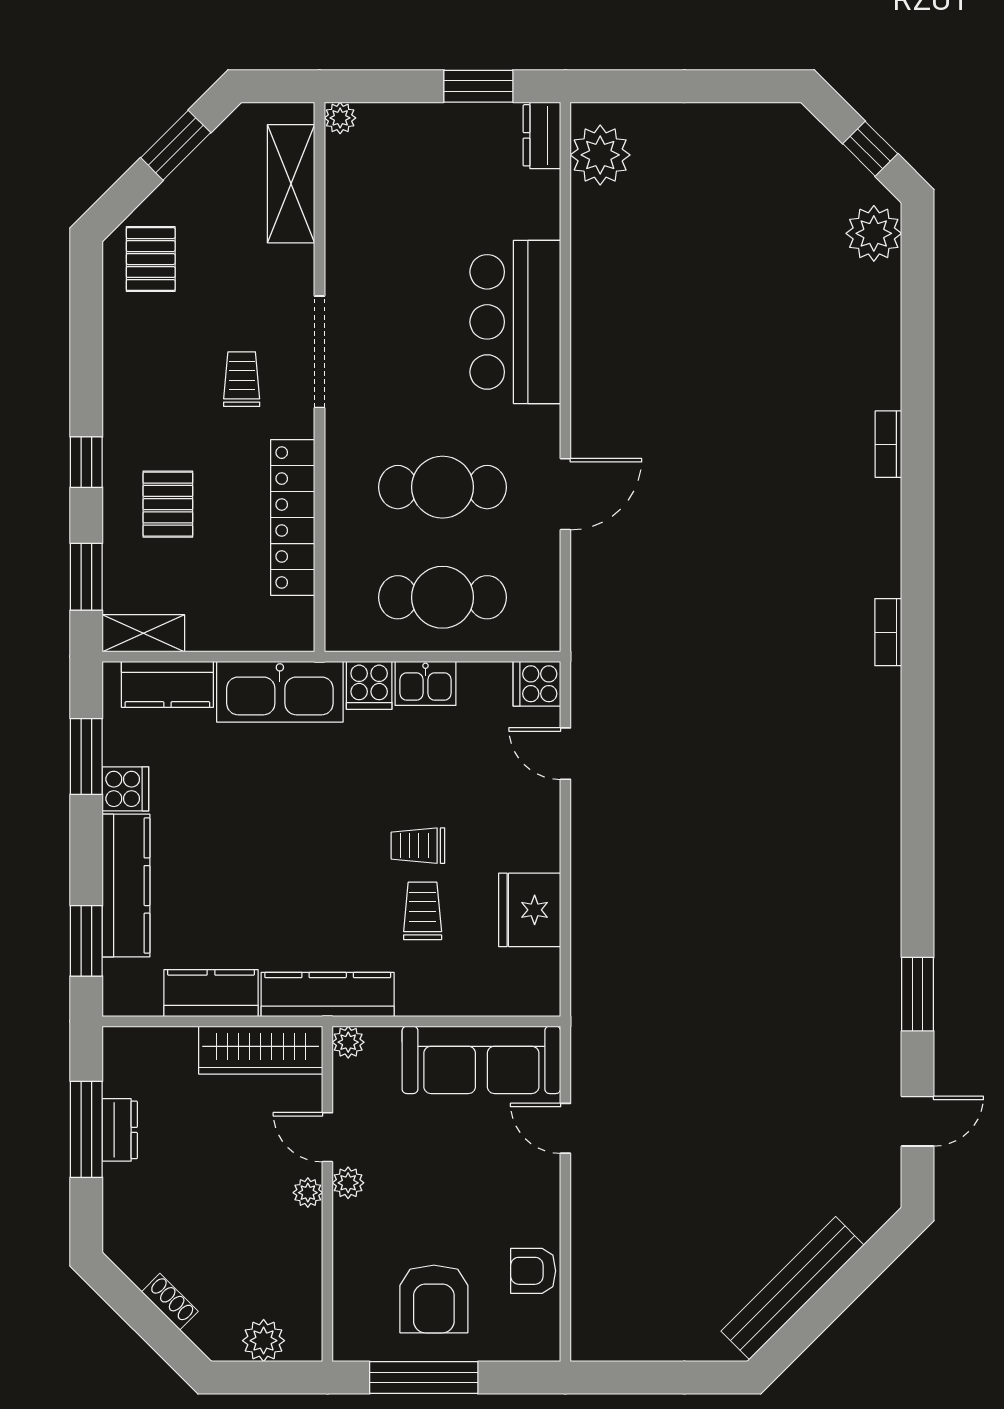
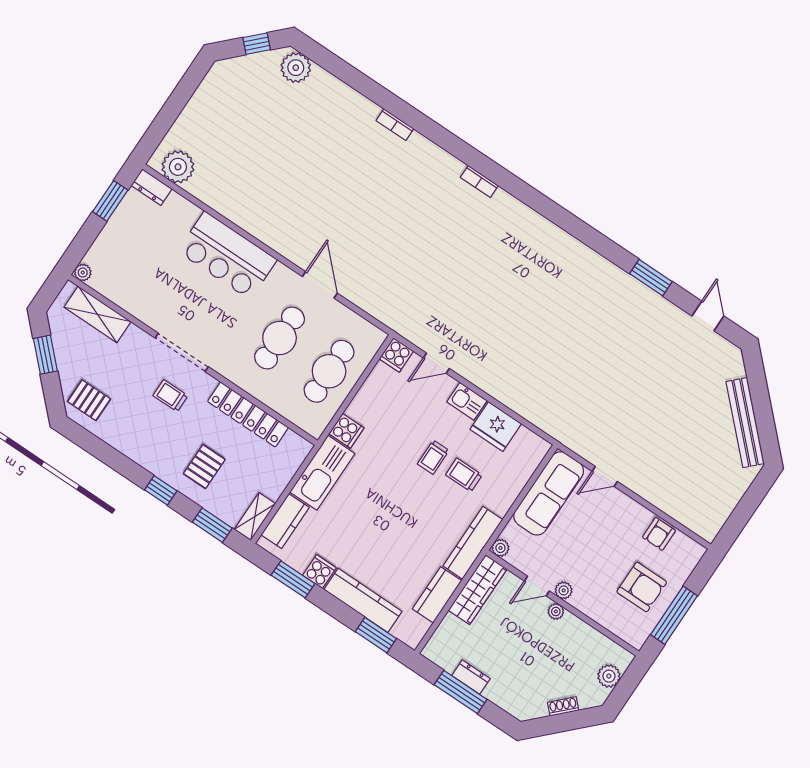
pallet: (168, 504) -> (204, 467), turned 90
kitchen sink: (426, 683) -> (467, 401), moved, turned 90

